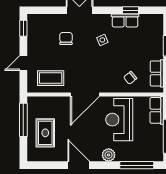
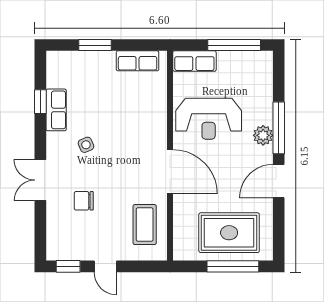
door: (23, 63) -> (105, 266), moved
chair: (130, 78) -> (144, 102), removed
window: (23, 120) -> (233, 266), moved
rug: (45, 133) -> (229, 233), width x1.36, depth x1.43
window: (137, 165) -> (279, 128), moved

